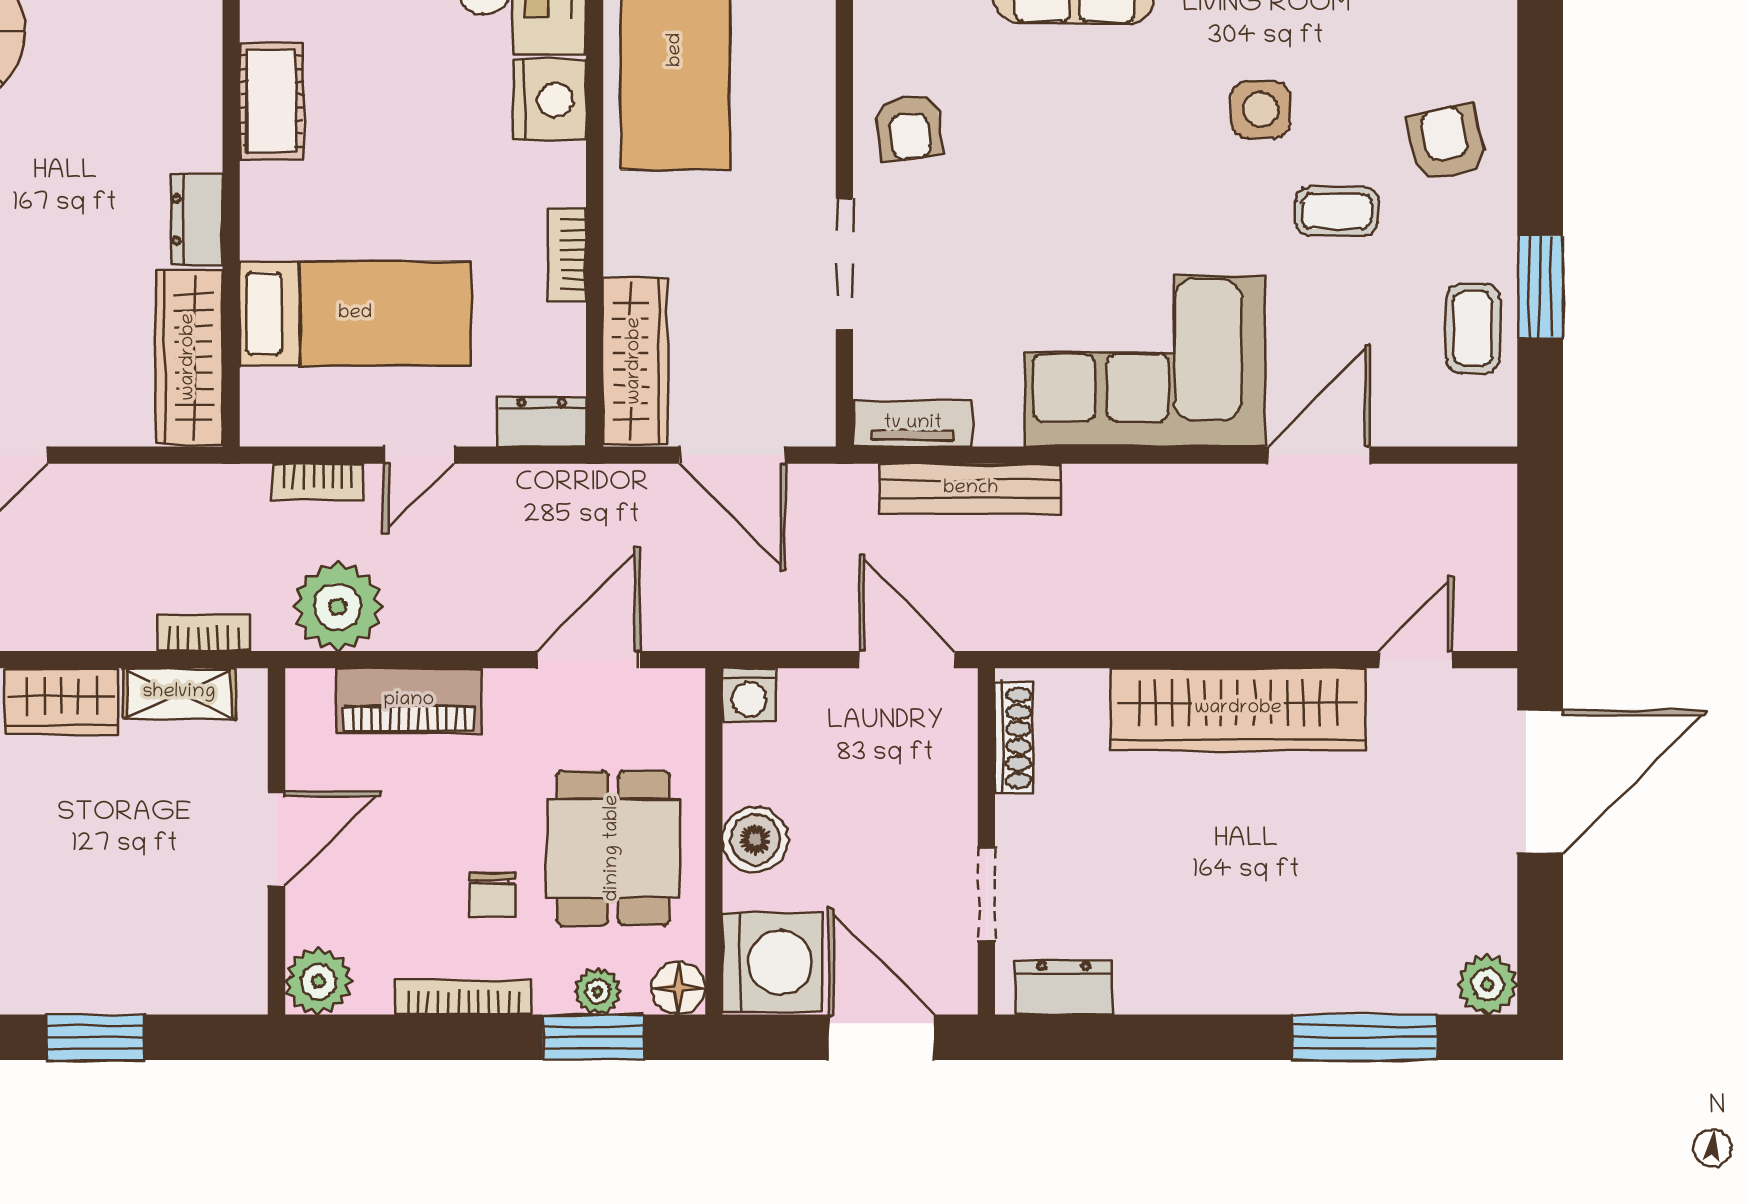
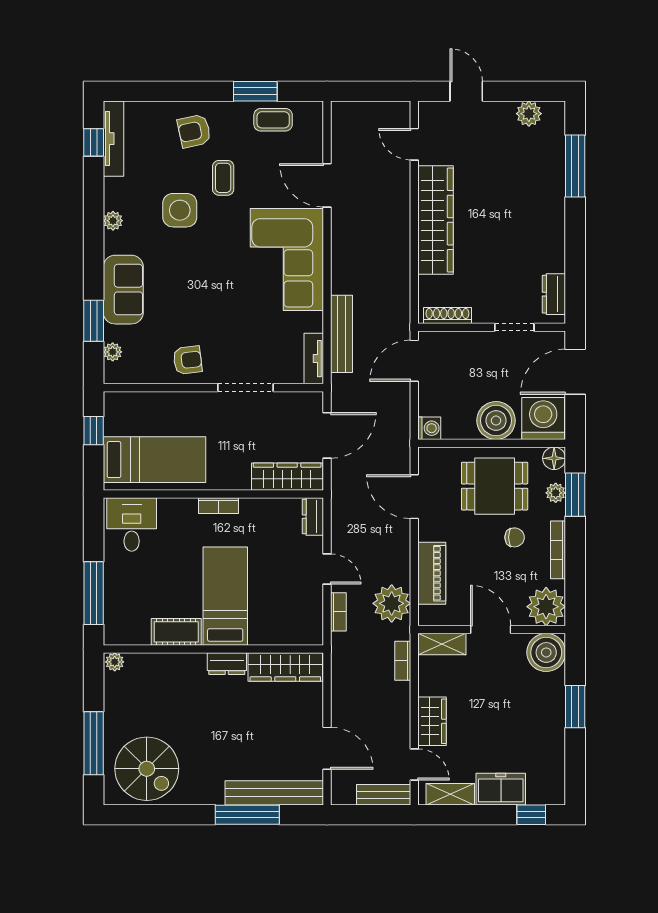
nightstand: (550, 100) -> (176, 513), removed
side table: (1261, 109) -> (180, 210), width x1.37, depth x1.37
bookcase: (567, 255) -> (219, 506), moved
bed: (355, 314) -> (225, 596), moved
shelving: (179, 693) -> (442, 644), moved, turned 90
door: (1540, 782) -> (466, 91), width x0.53
boiler: (755, 840) -> (496, 421), width x1.37, depth x1.37
boiler: (223, 969) -> (546, 652), added
plant: (318, 981) -> (546, 607), width x1.36, depth x1.36
plant: (1487, 985) -> (529, 114), moved

